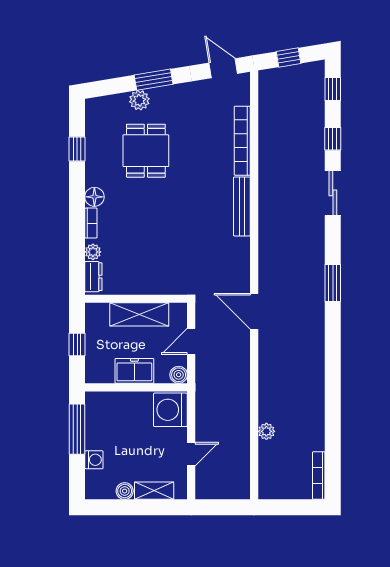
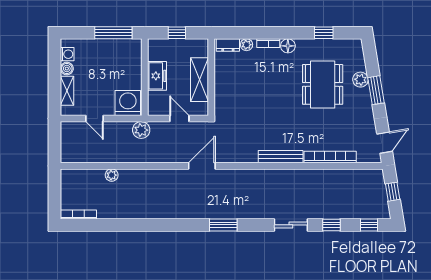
dining table: (146, 151) -> (323, 84), width x1.37
boiler: (179, 375) -> (154, 109), removed
plant: (206, 392) -> (141, 130), added
washing machine: (94, 460) -> (67, 54), moved, turned -90

